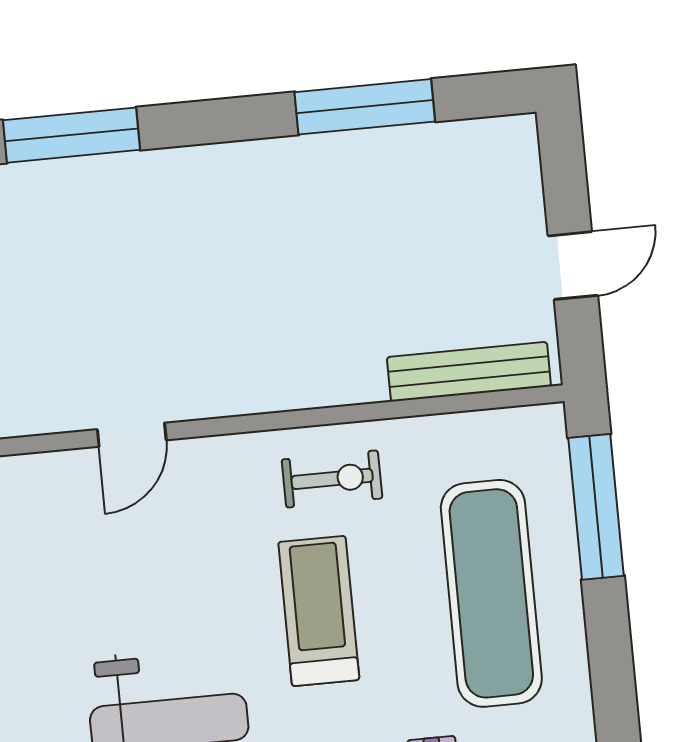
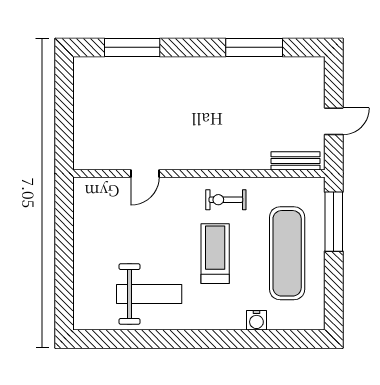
bench: (469, 372) -> (296, 161), width x0.73
exercise bike: (332, 479) -> (226, 200), turned 180

